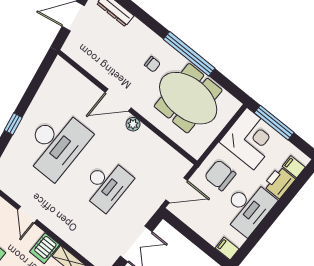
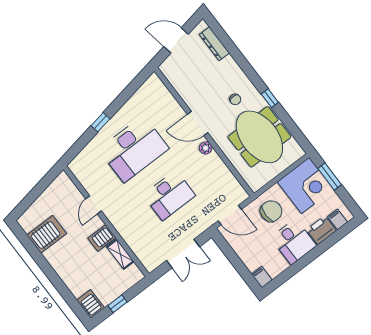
window: (189, 54) -> (270, 98), width x0.32
window: (274, 123) -> (330, 177), width x0.69
chair: (220, 175) -> (271, 211), turned 90
desk: (248, 207) -> (294, 242), width x0.73

